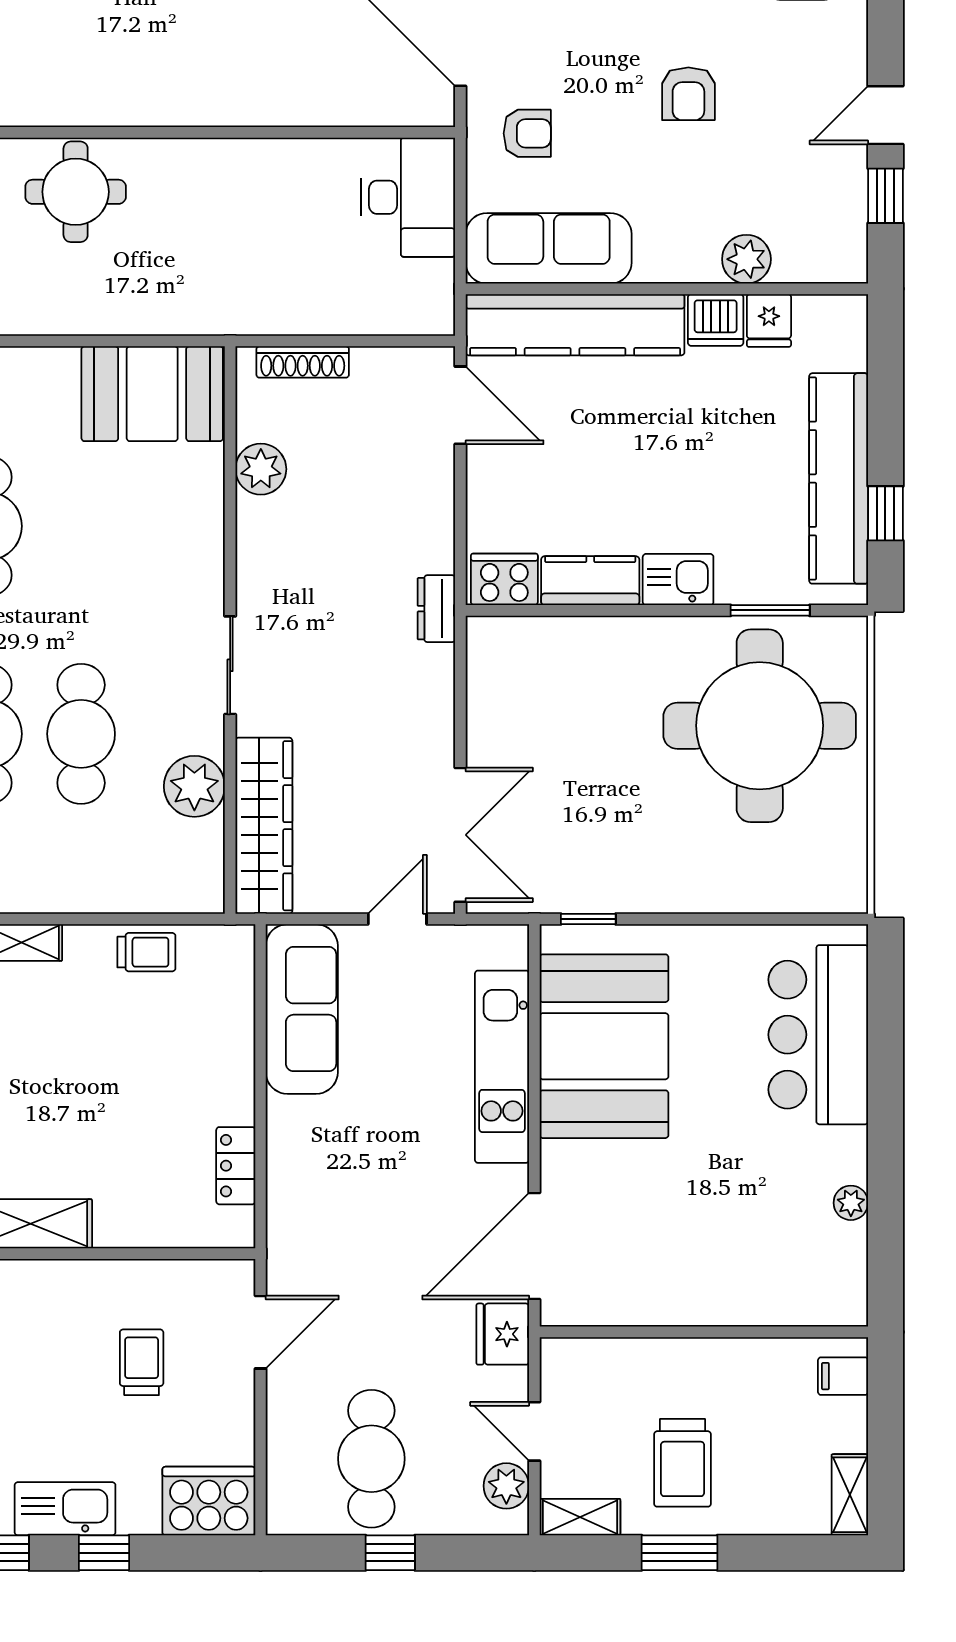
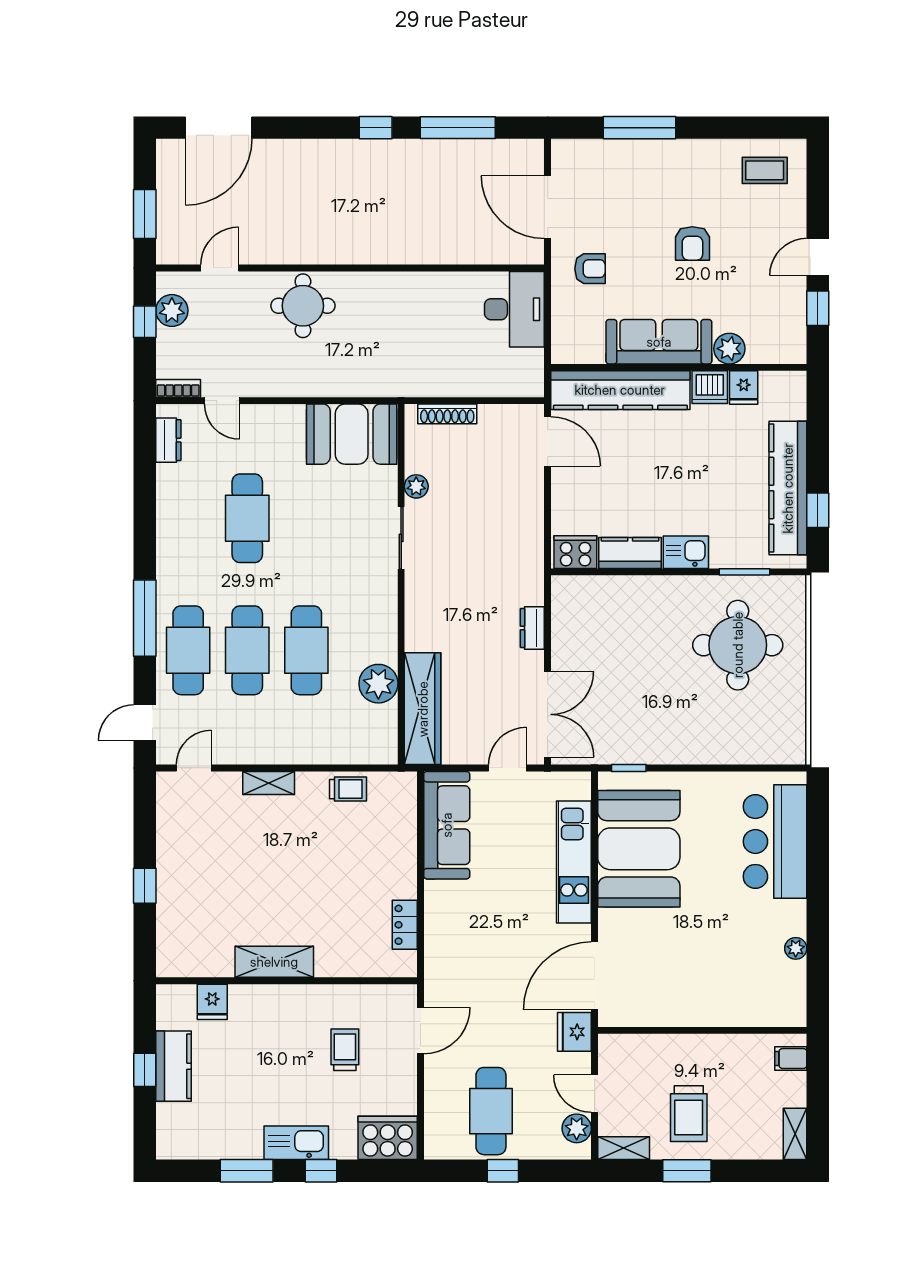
sofa: (549, 248) -> (659, 342), moved
plant: (261, 469) -> (416, 486), width x0.73, depth x0.73
dresser: (436, 609) -> (532, 628), moved
sliding door: (230, 665) -> (401, 538), moved
round table: (760, 726) -> (738, 645), width x0.73, depth x0.73

